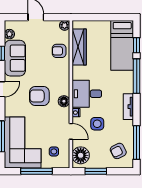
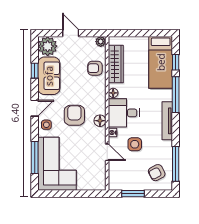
plant: (9, 34) -> (48, 46), width x1.88, depth x1.88
armchair: (39, 96) -> (74, 115), turned 90
tv unit: (128, 107) -> (167, 121), width x1.41
side table: (54, 151) -> (46, 125), moved
floor lamp: (81, 155) -> (113, 93), moved, width x0.53, depth x0.53
window: (37, 171) -> (71, 194), removed

